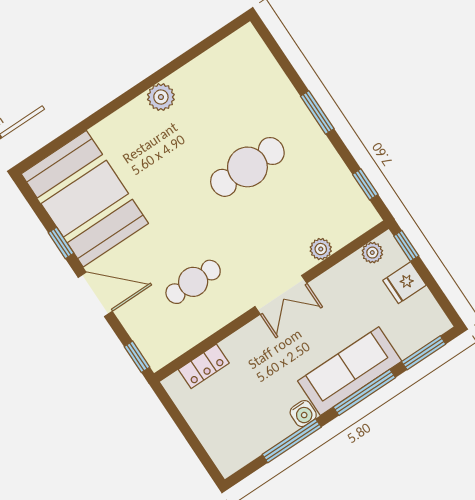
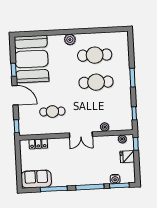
plant: (161, 97) -> (70, 40), moved
cafe table: (211, 112) -> (95, 55), added
sofa: (350, 371) -> (36, 179), moved, width x0.73
water cooler: (303, 414) -> (115, 179), moved

